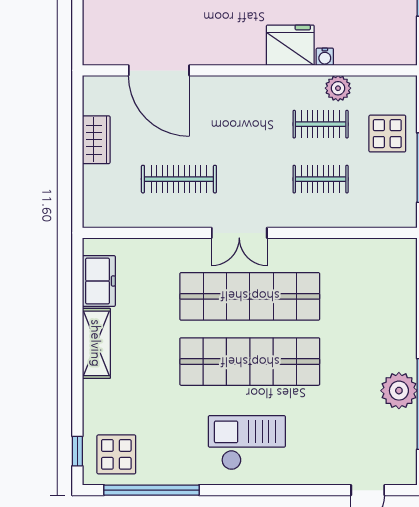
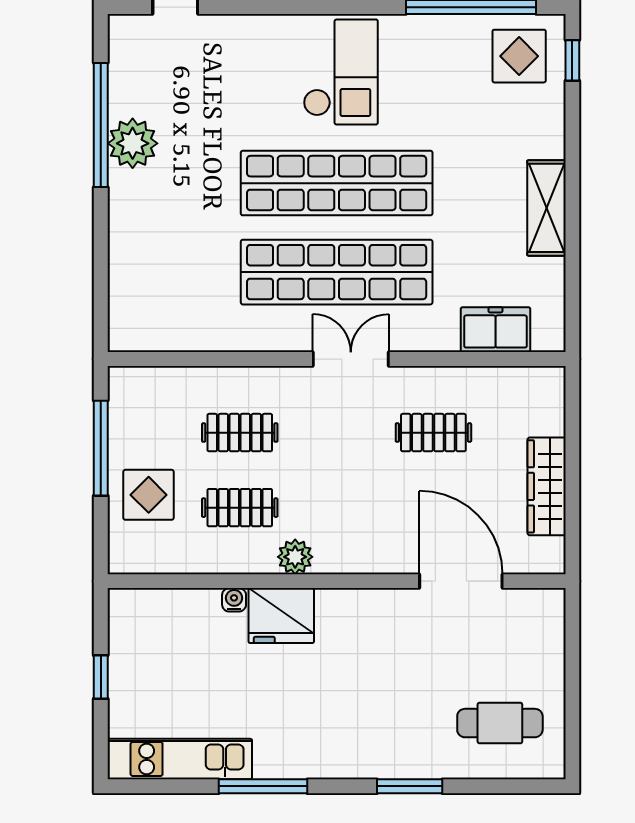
plant: (338, 88) -> (295, 557), moved
wardrobe: (96, 140) -> (547, 486), width x1.50
clothes rail: (179, 179) -> (433, 433), width x0.73
freezer: (99, 281) -> (495, 330), moved, turned 90
checkout: (247, 443) -> (341, 72), turned -90

